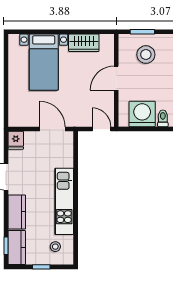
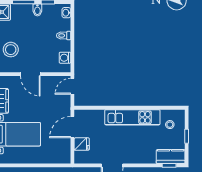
washing machine: (142, 114) -> (65, 58), width x0.53, depth x0.53
fridge: (16, 140) -> (82, 144), moved
kitchen counter: (17, 212) -> (141, 156), removed

